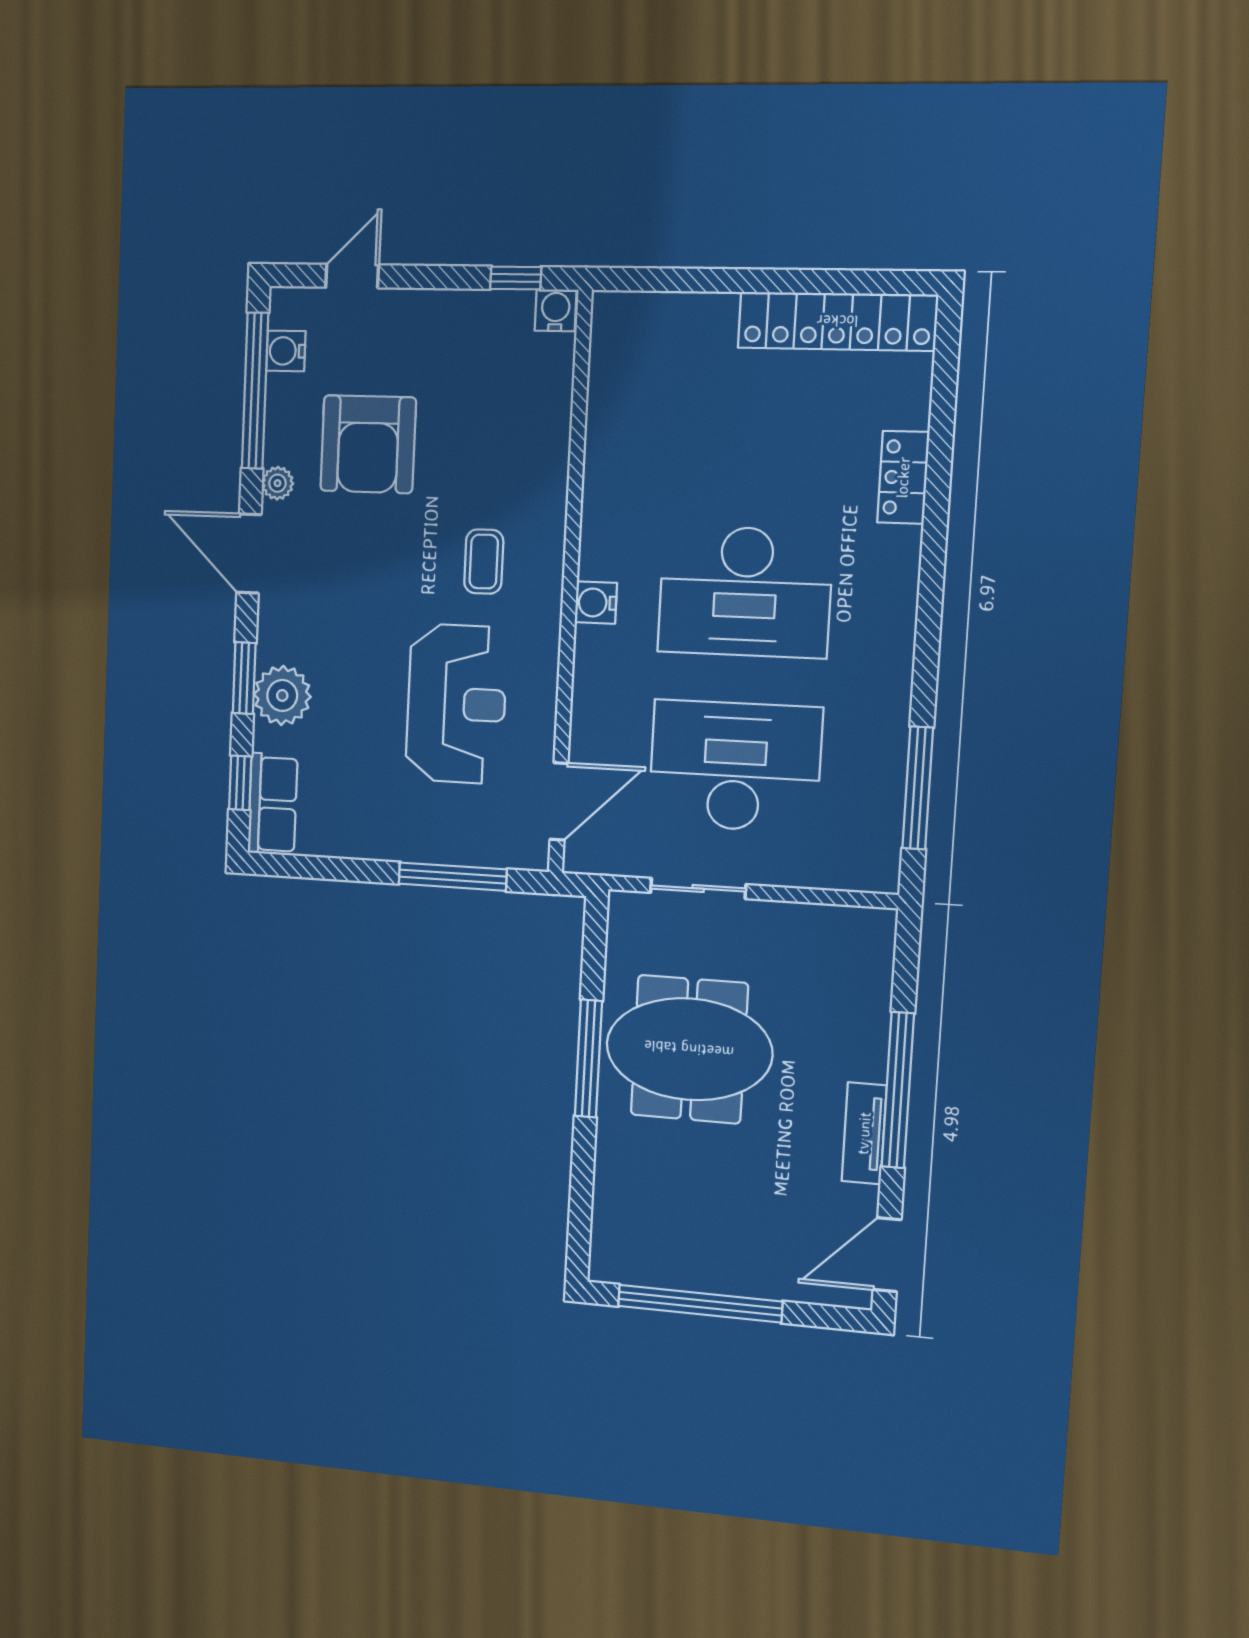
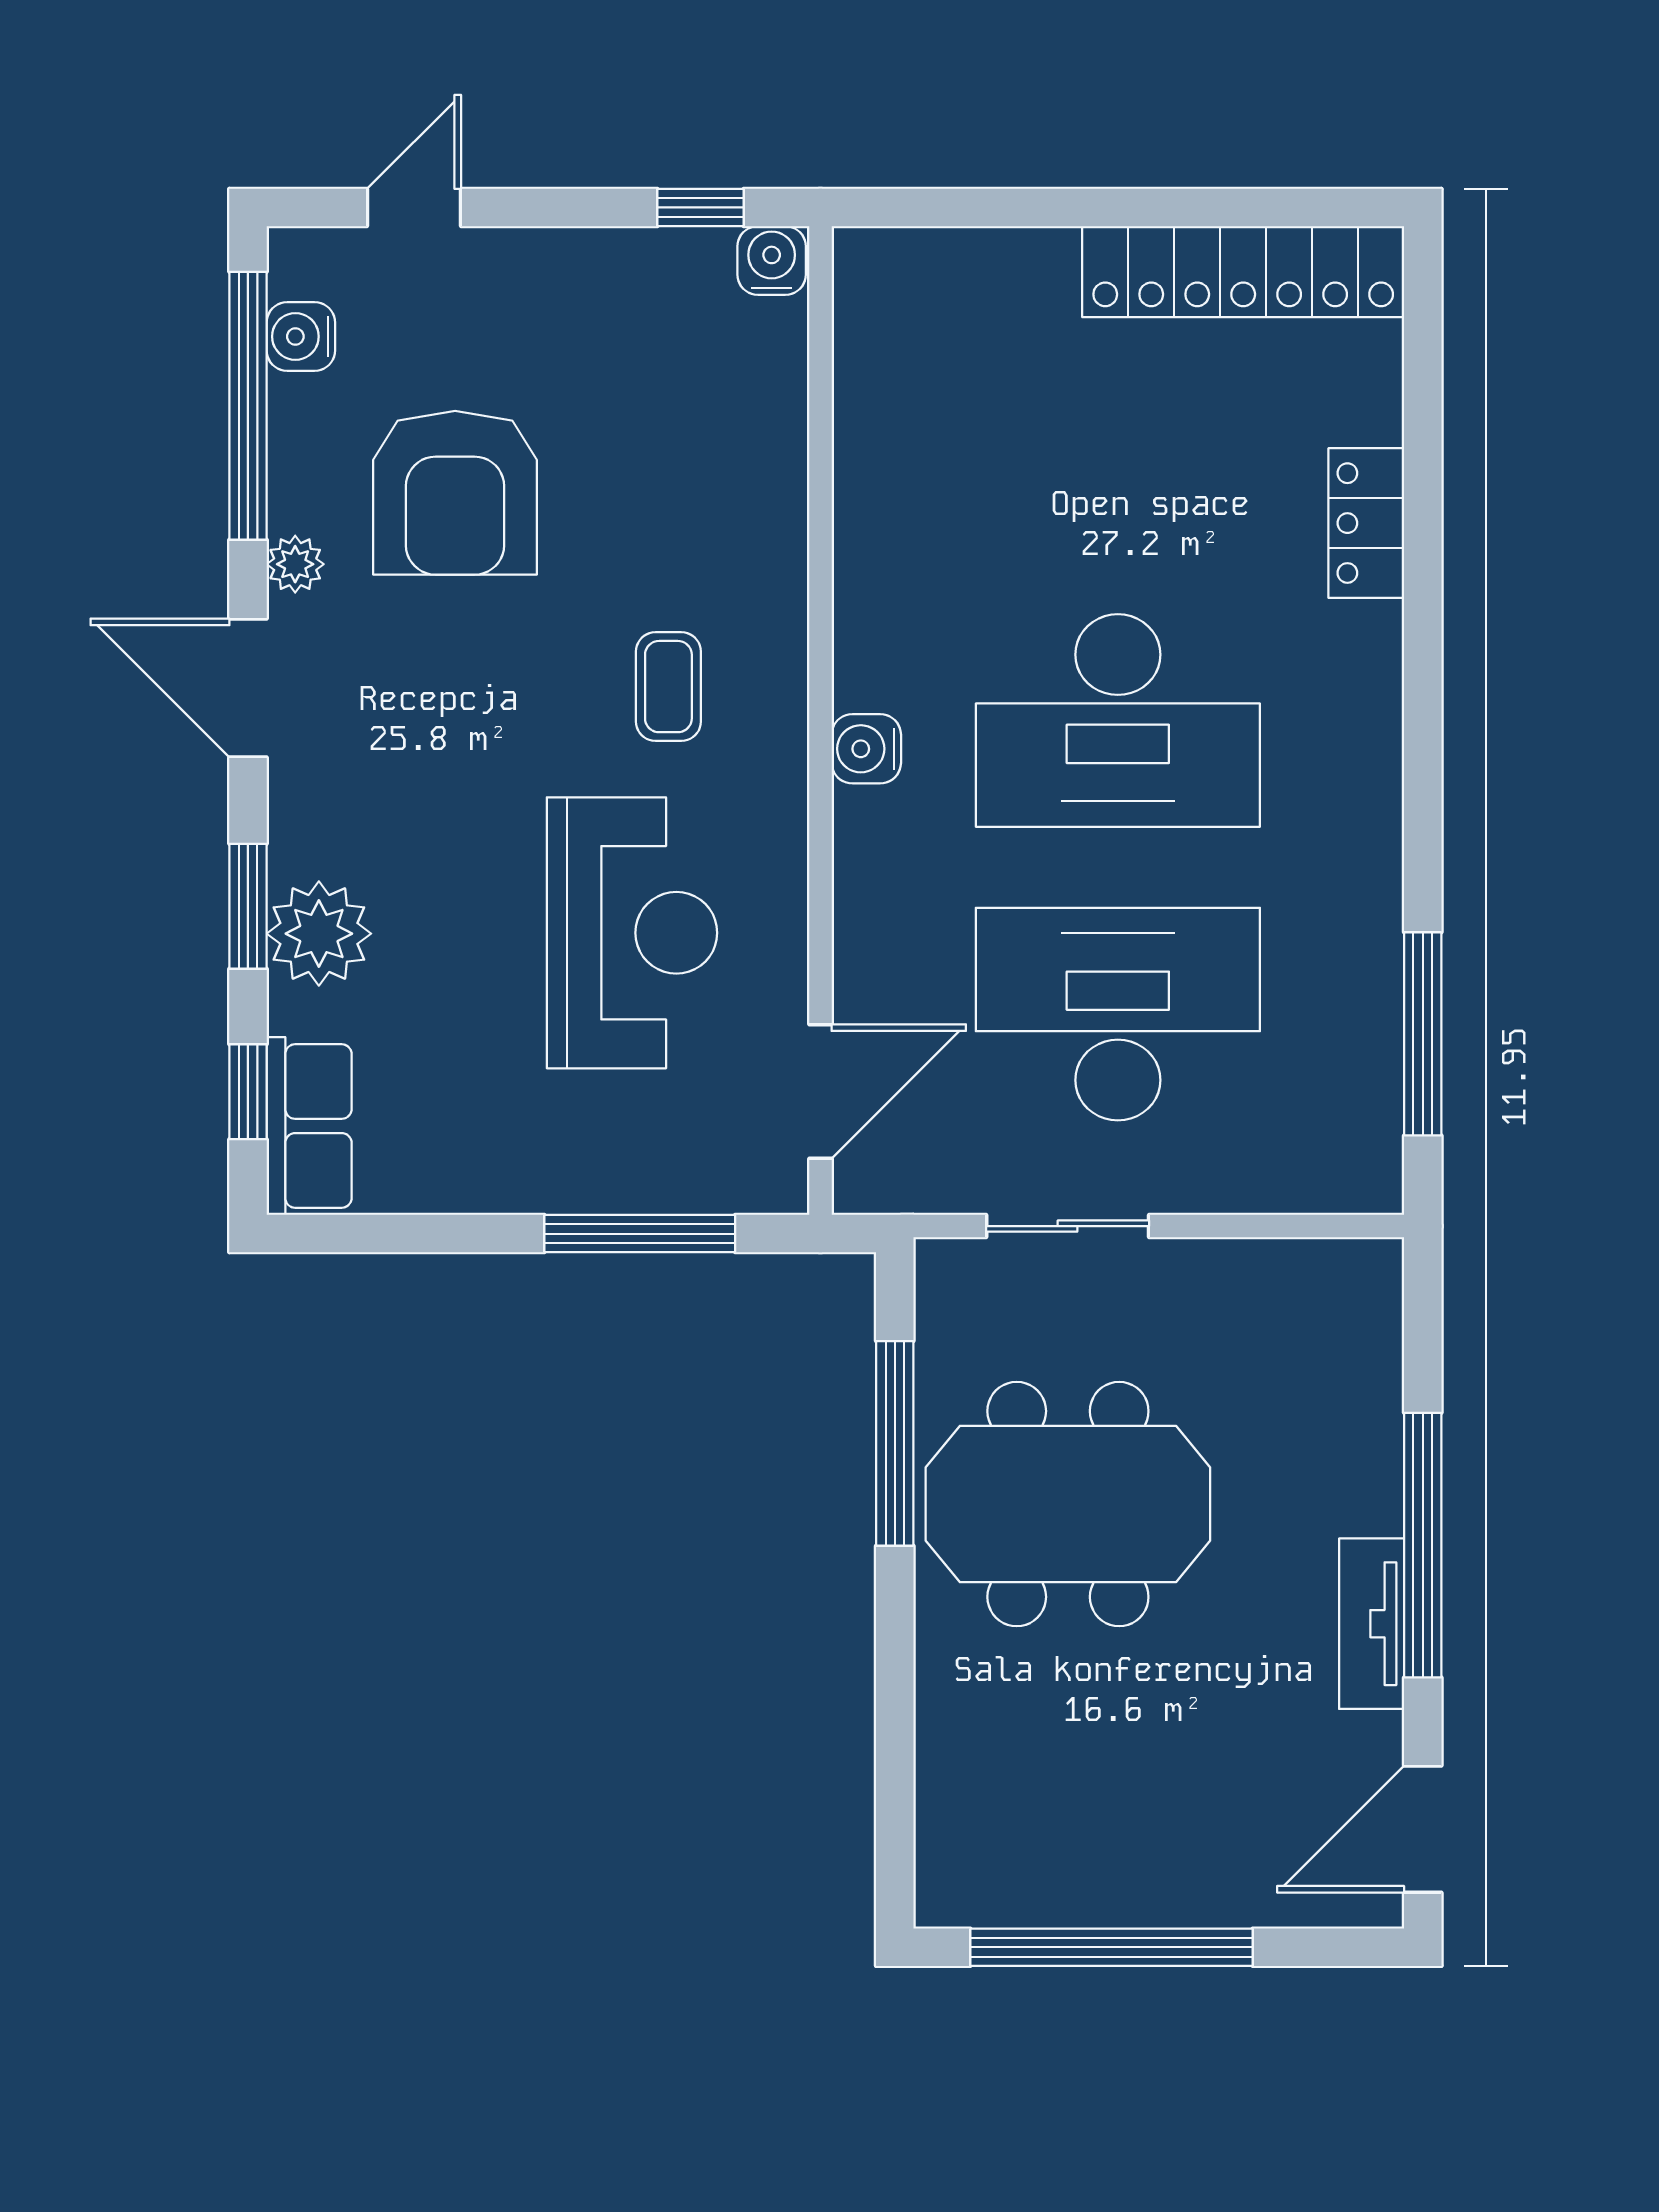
window: (588, 1059) -> (895, 1443), moved

